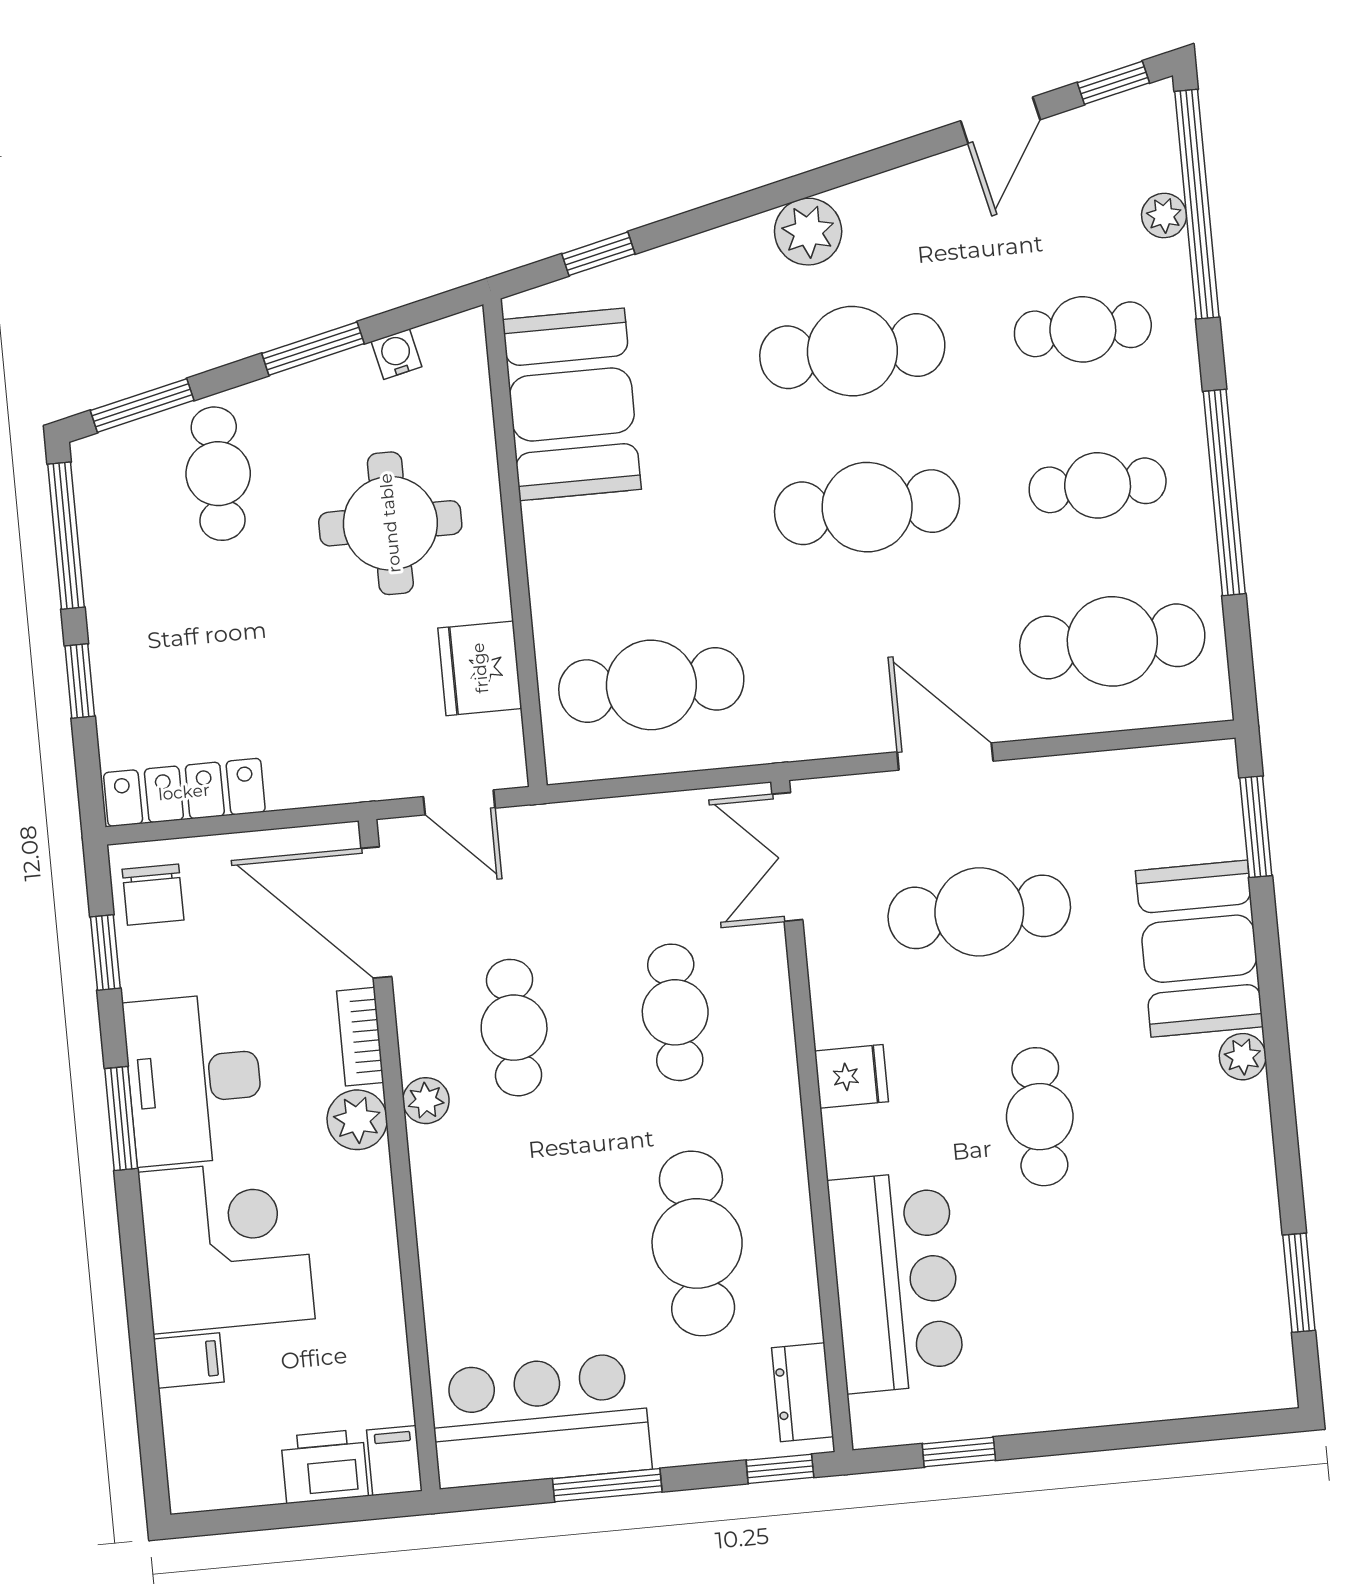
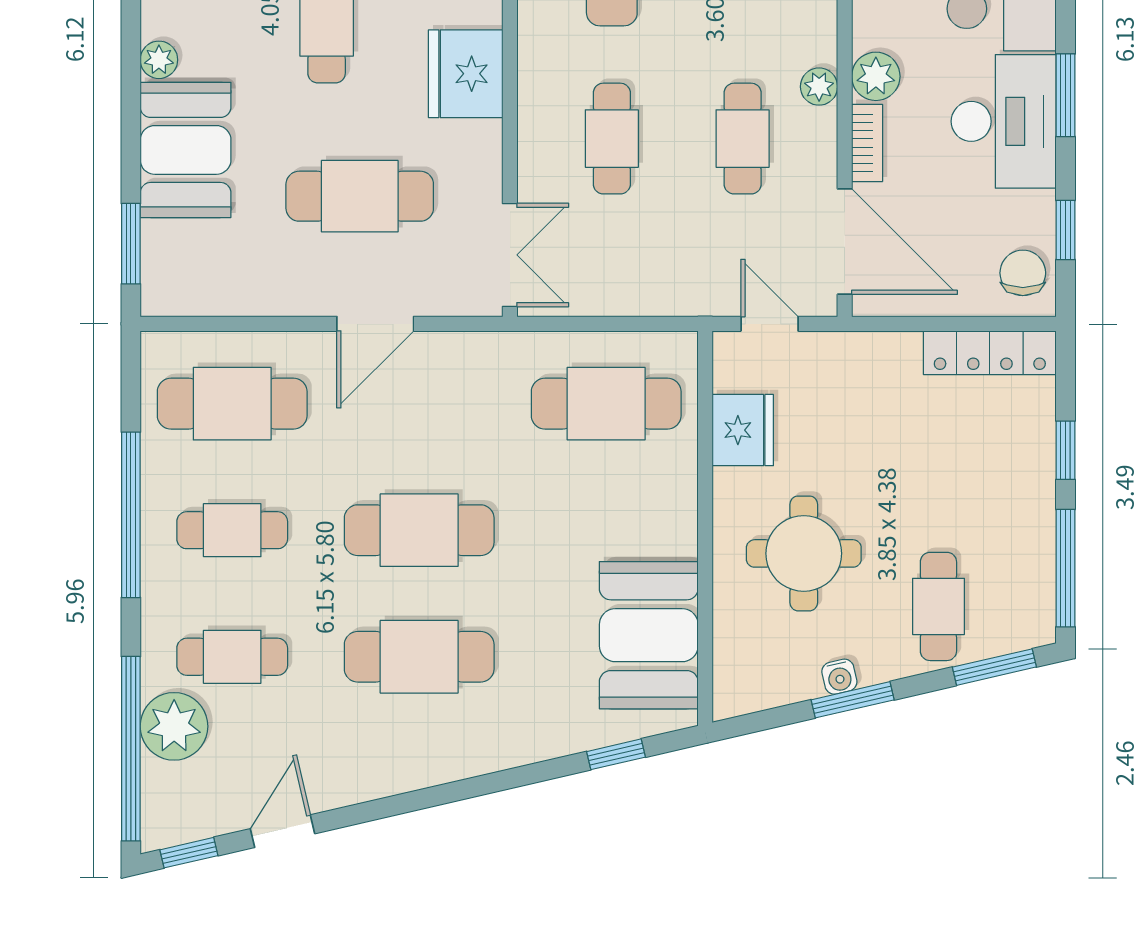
plant: (1164, 216) -> (174, 726), width x1.88, depth x1.88
plant: (808, 232) -> (446, 756), removed
water cooler: (397, 354) -> (839, 677), moved
door: (945, 756) -> (375, 324), hinge flipped
fridge: (851, 1076) -> (466, 74), width x1.88, depth x1.34

